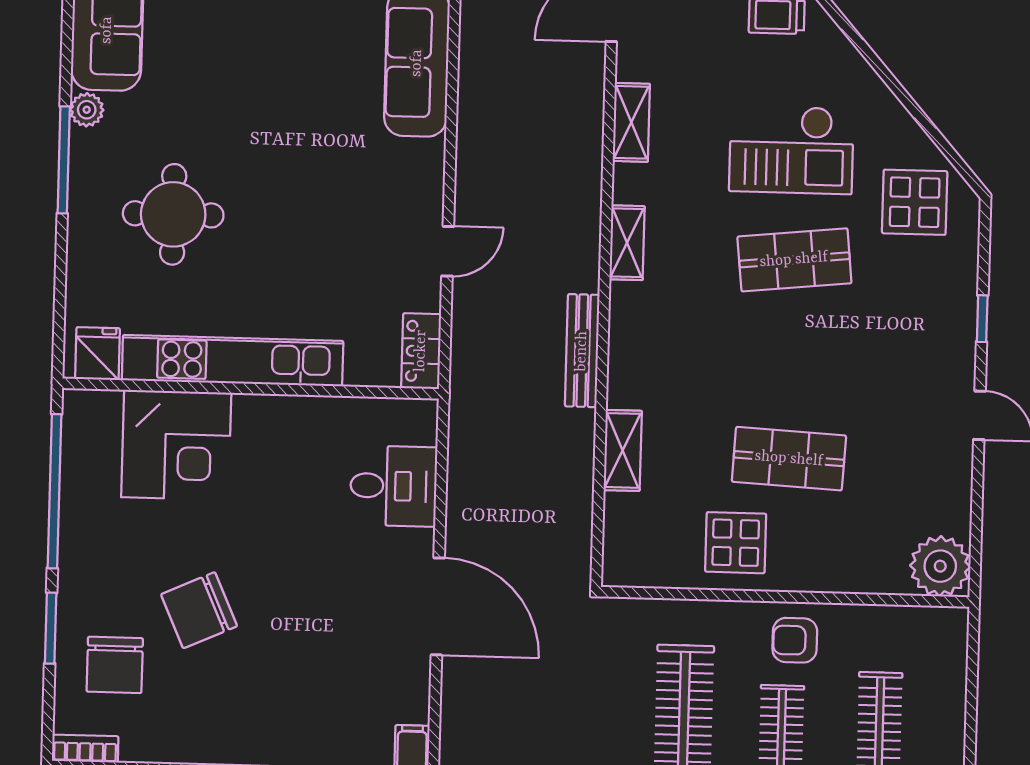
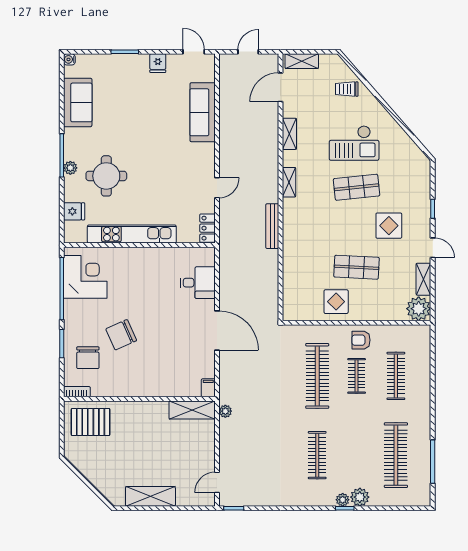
plant: (87, 110) -> (70, 168), moved
display table: (915, 202) -> (389, 226), moved
fridge: (98, 354) -> (74, 211), moved, turned 90
corner desk: (176, 445) -> (85, 277), moved, turned -90
shelving: (623, 450) -> (423, 279), moved

